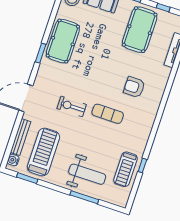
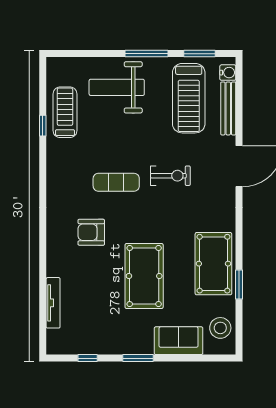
pool table: (140, 30) -> (144, 276), moved
window: (41, 53) -> (239, 284), moved
armchair: (134, 87) -> (91, 232), turned 180
window: (84, 197) -> (147, 54), moved

